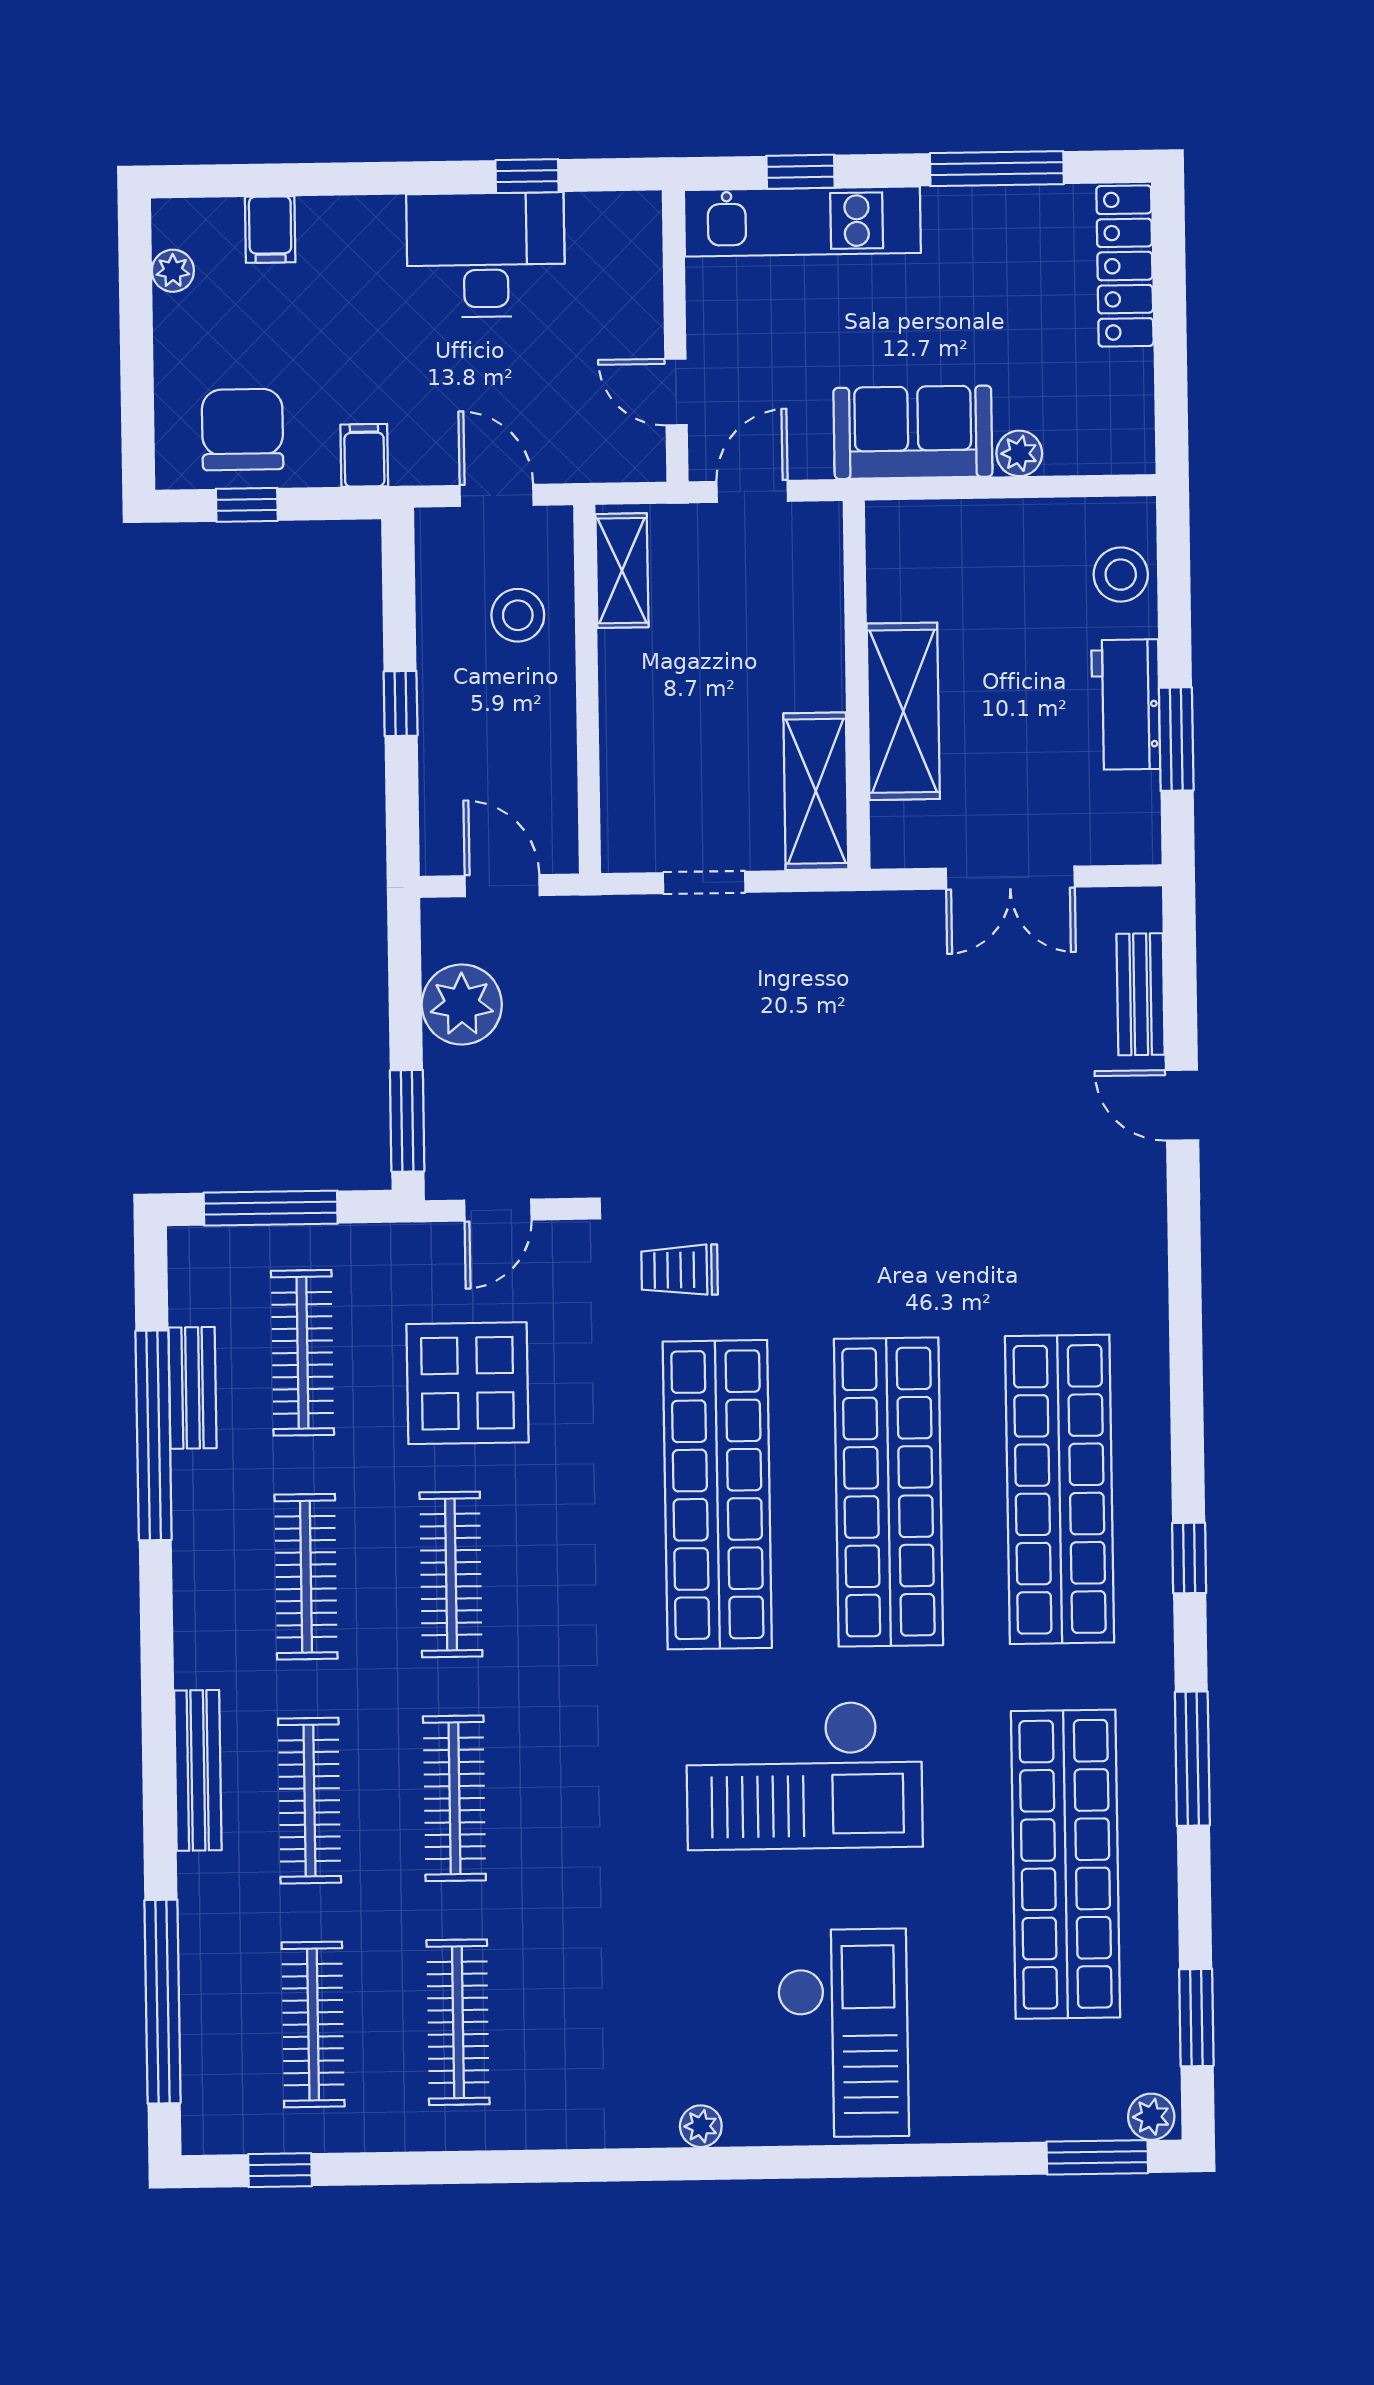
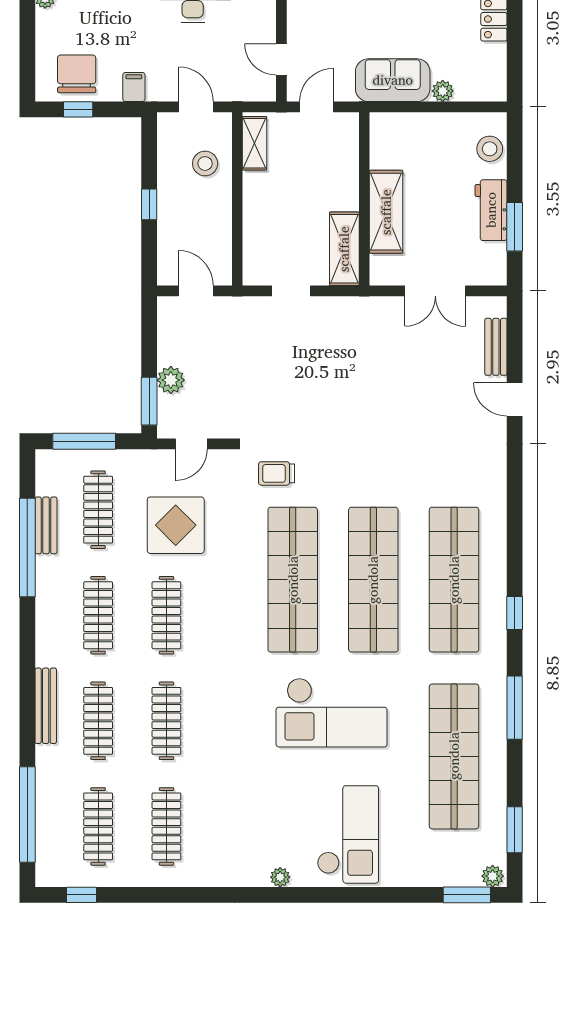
plant: (462, 1004) -> (171, 380), moved, width x0.73, depth x0.73

